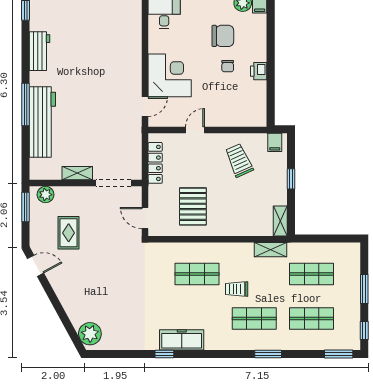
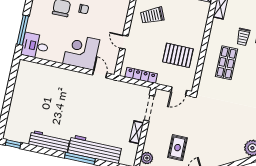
workbench: (40, 51) -> (49, 141), width x1.37
rug: (69, 233) -> (178, 148), turned 90

